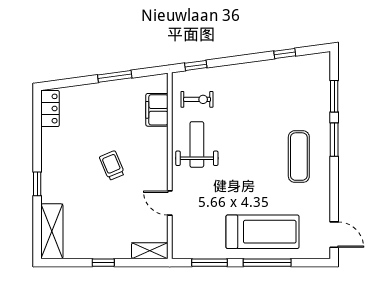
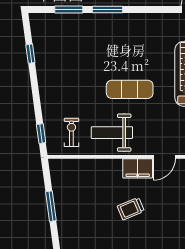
filing cabinet: (157, 110) -> (138, 168), moved
exercise mat: (299, 157) -> (130, 89), moved

